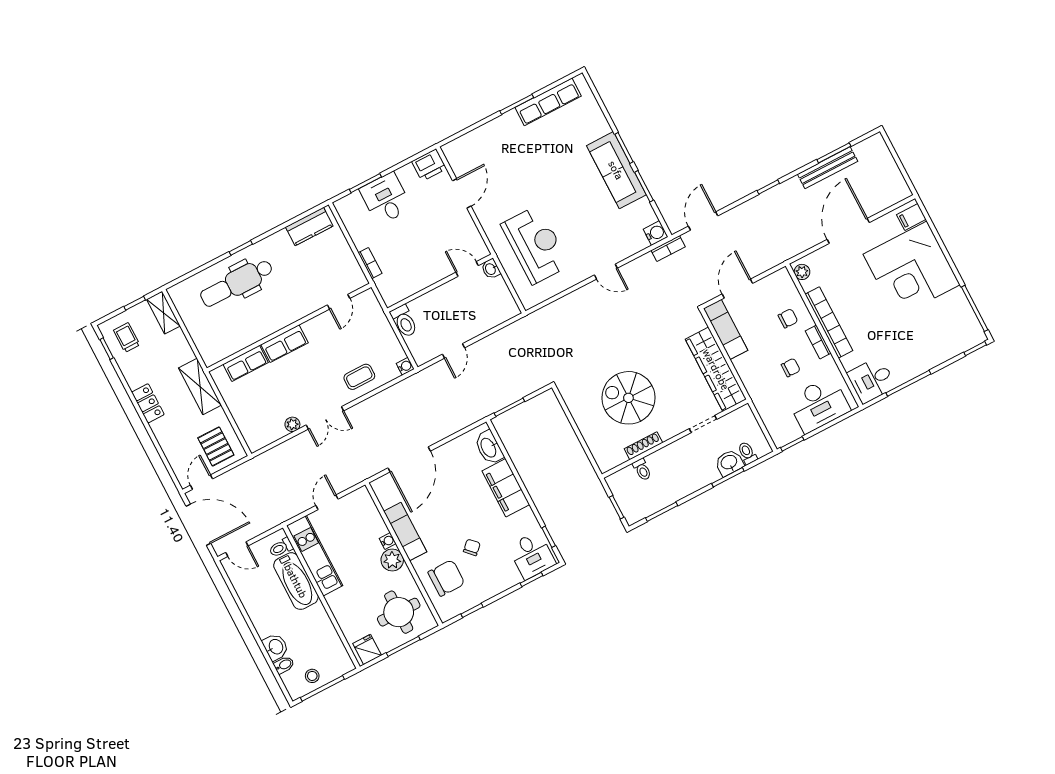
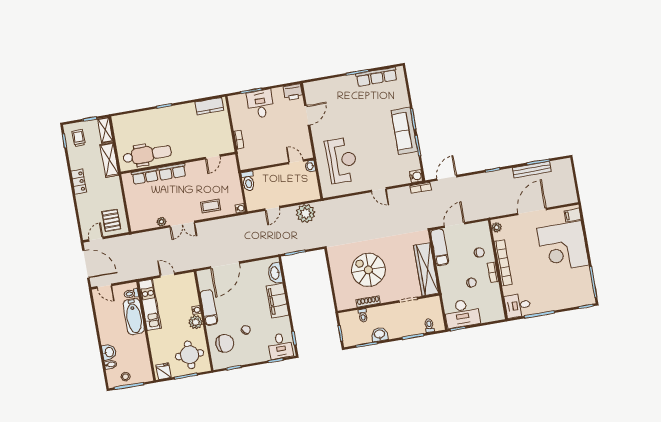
dental chair: (237, 283) -> (147, 154), moved, turned 180
plant: (506, 343) -> (306, 213), added
shelving: (200, 387) -> (109, 160), moved
desk: (819, 405) -> (462, 313), moved
washbasin: (729, 463) -> (380, 334), moved
door: (327, 502) -> (167, 275), hinge flipped

